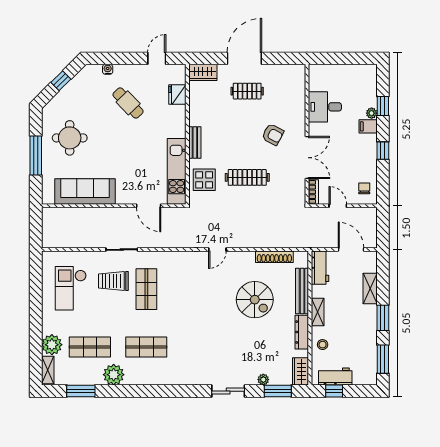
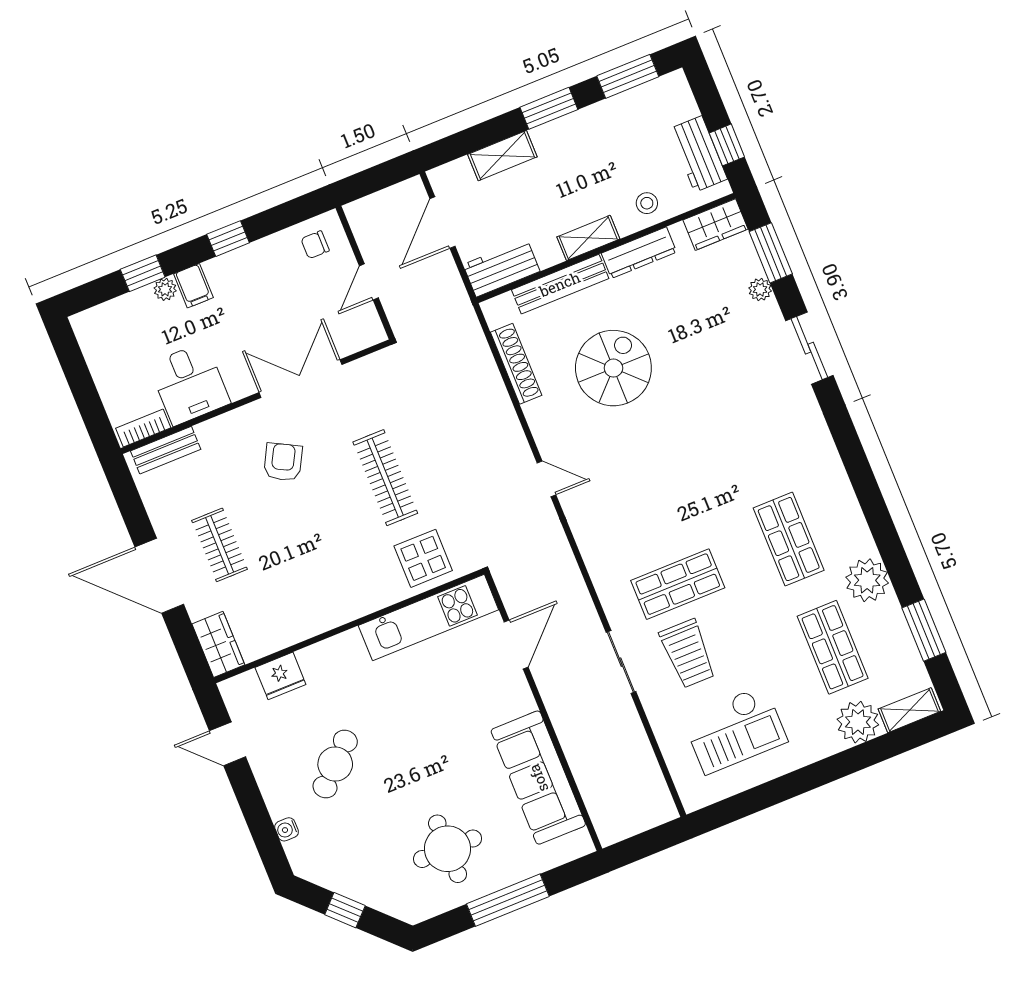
bench: (195, 143) -> (166, 450), moved
bookcase: (313, 192) -> (143, 428), moved

